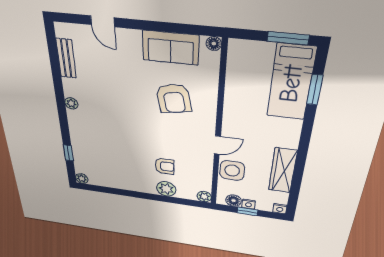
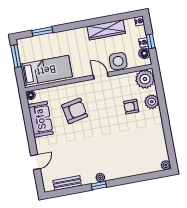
bed: (291, 83) -> (46, 70), moved
window: (68, 153) -> (99, 185), moved
armchair: (165, 166) -> (131, 107), turned -90
plant: (204, 197) -> (145, 79), width x1.88, depth x1.88

